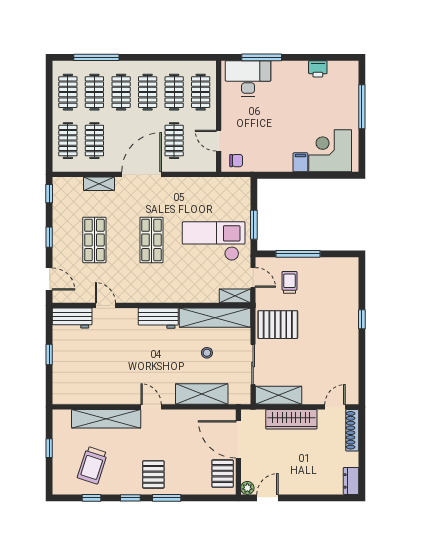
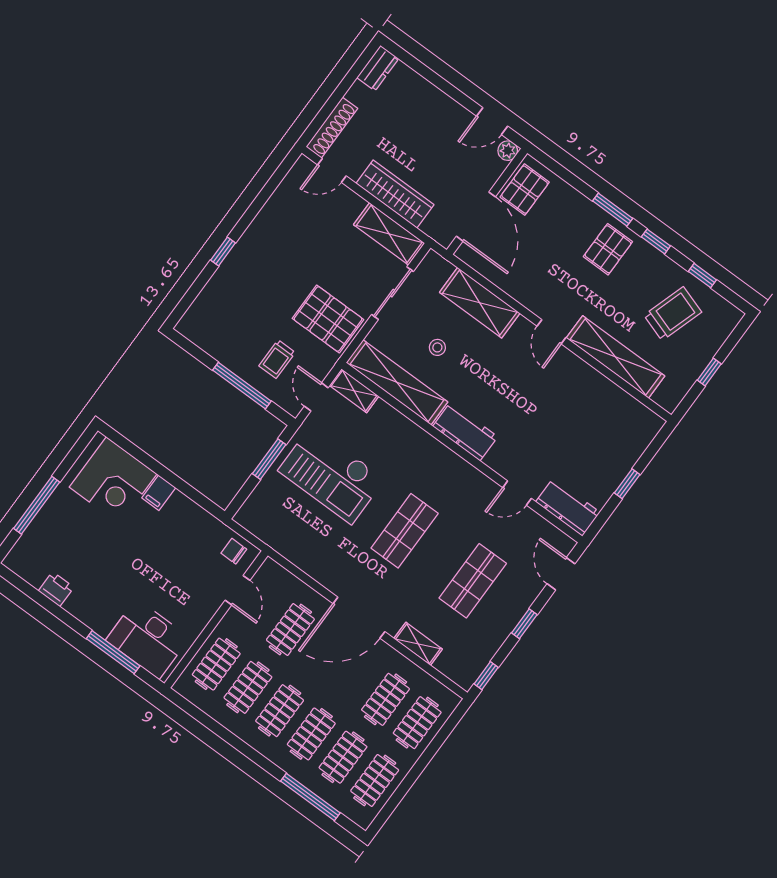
door: (105, 305) -> (517, 493), hinge flipped

